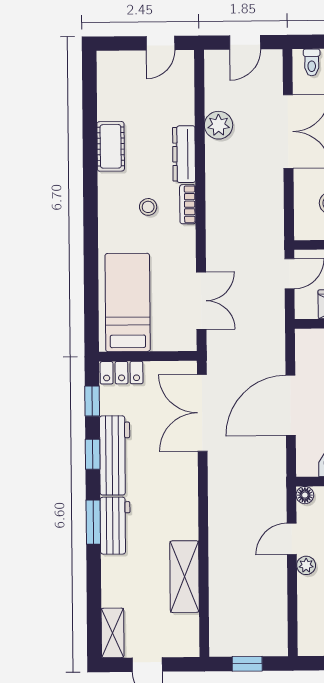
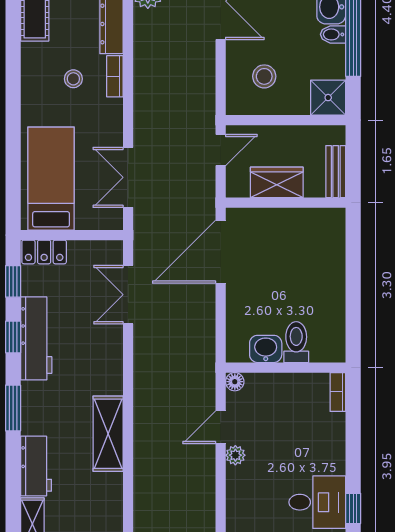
double door: (201, 301) -> (128, 177), swing flipped
door: (291, 405) -> (221, 252), moved
double door: (202, 413) -> (128, 295), width x0.73
workbench: (115, 526) -> (36, 466), moved
shelving: (184, 577) -> (108, 434), moved

